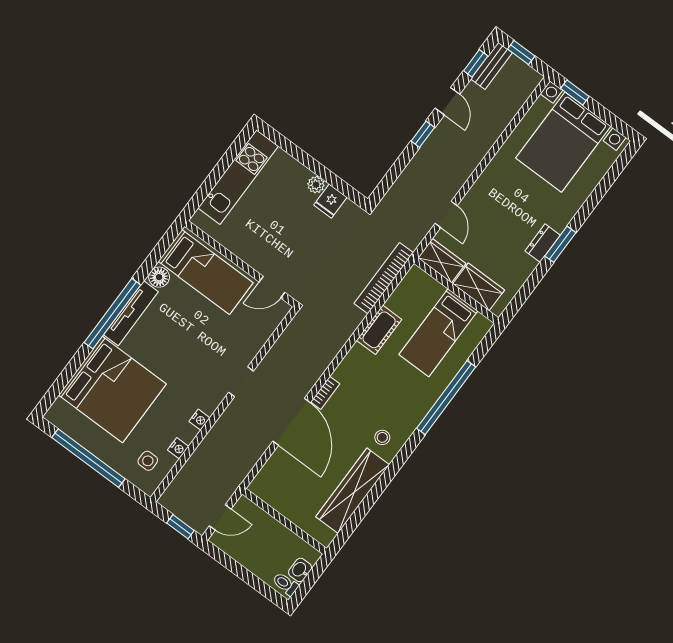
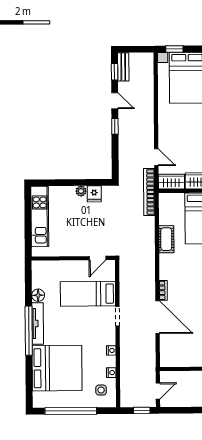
window: (521, 53) -> (133, 49), removed
bed: (206, 272) -> (88, 294), moved, turned 180
bookcase: (384, 278) -> (149, 192), moved

